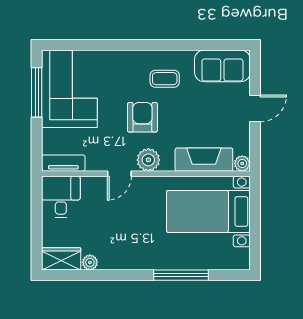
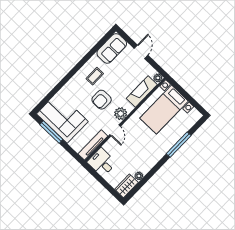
armchair: (142, 117) -> (102, 100), turned -90
tv unit: (63, 163) -> (93, 145), width x1.41

